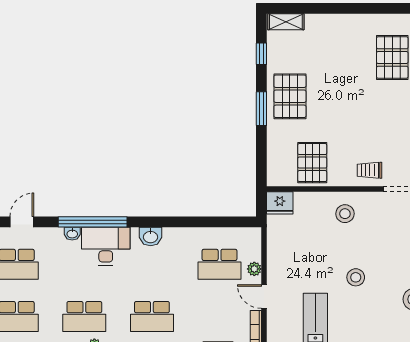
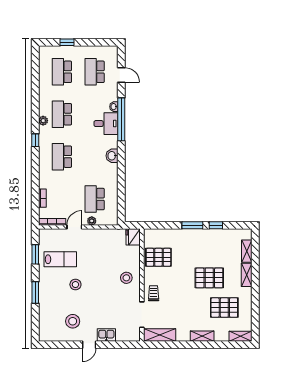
shelving: (286, 22) -> (247, 251), moved
shelving: (340, 22) -> (247, 275), added
window: (261, 54) -> (216, 225), moved
pallet: (290, 96) -> (209, 278), moved
desk: (106, 246) -> (106, 124), width x0.73
stool: (356, 277) -> (75, 285), moved

